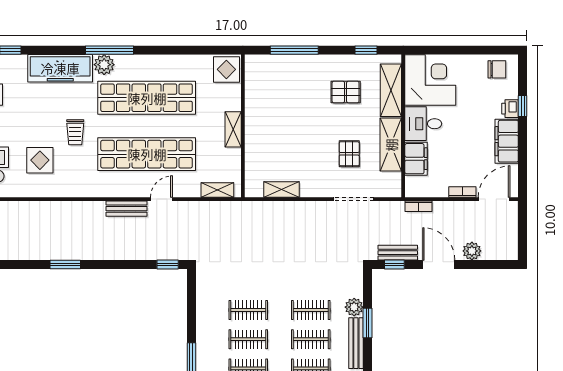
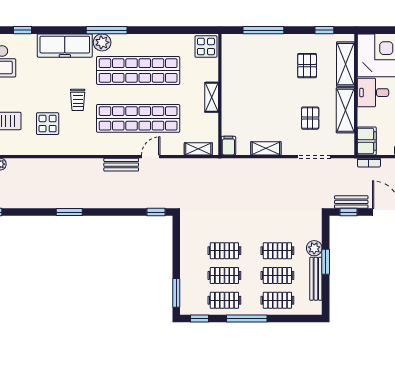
pallet: (346, 92) -> (307, 66), turned 90
filing cabinet: (416, 159) -> (367, 141), moved
filing cabinet: (253, 186) -> (228, 146), added
shelving: (281, 189) -> (266, 148), moved

